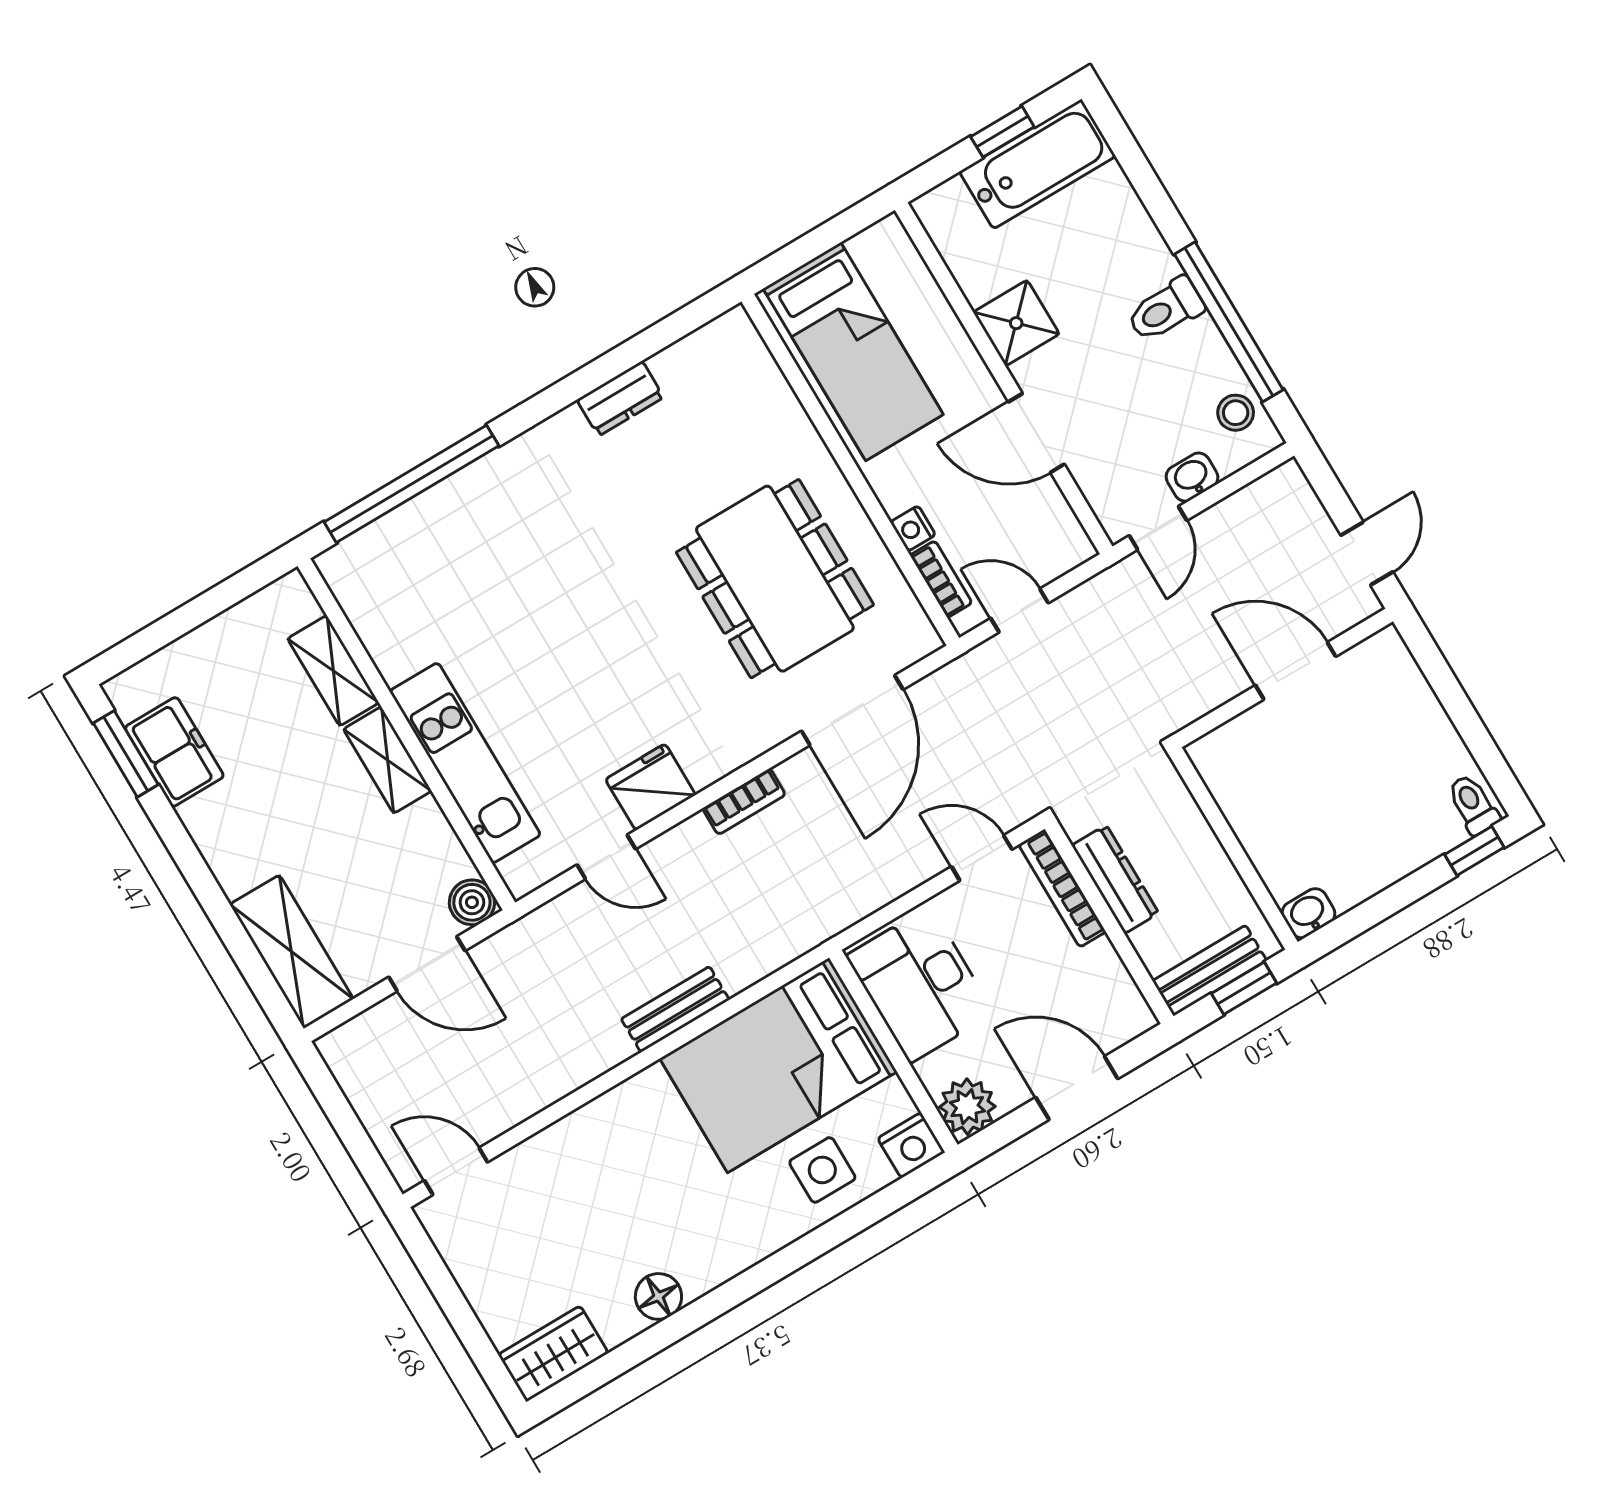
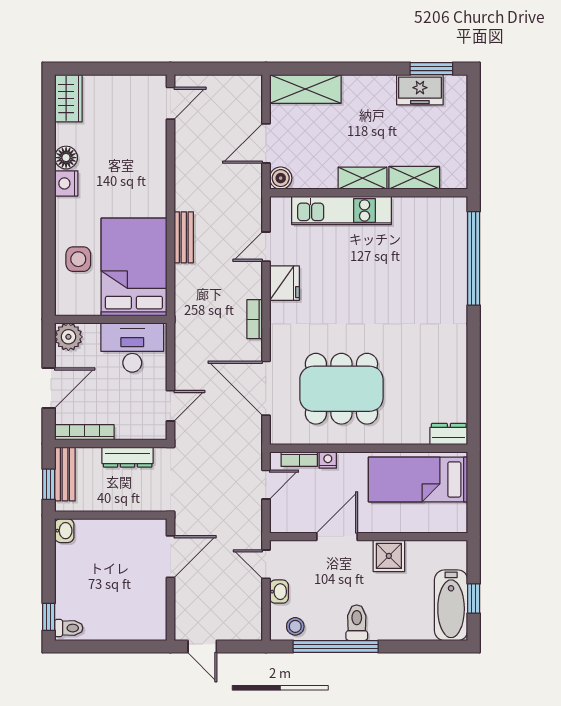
dresser: (620, 399) -> (449, 434), moved, turned 90
door: (1296, 671) -> (170, 557), moved
bookcase: (1062, 888) -> (84, 432), moved
nightstand: (911, 1145) -> (66, 183), moved

